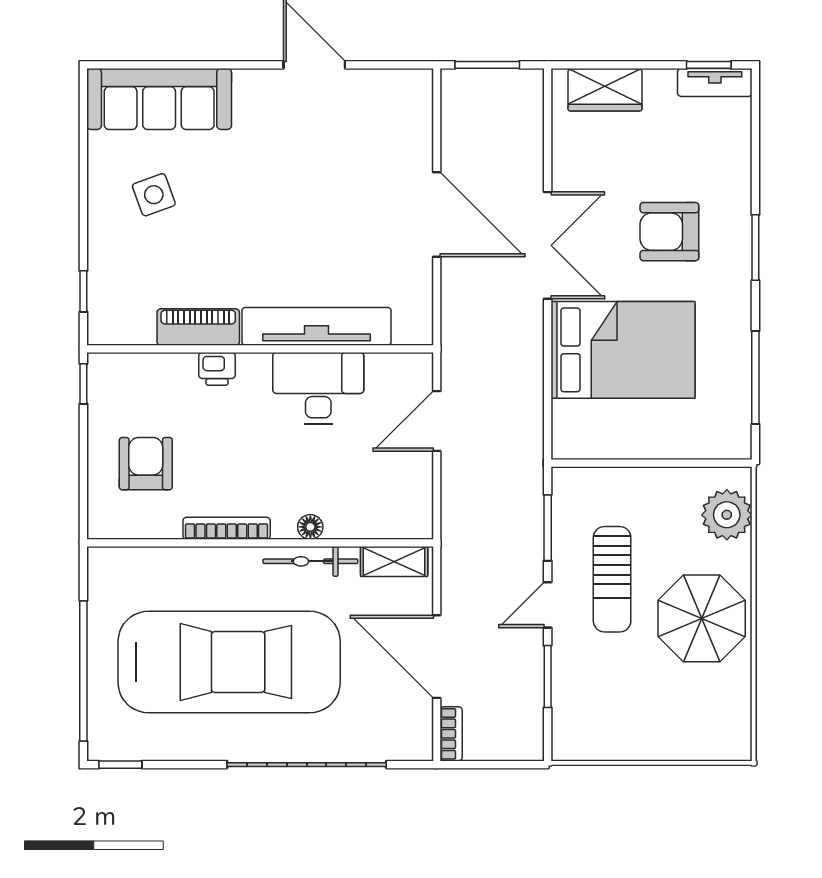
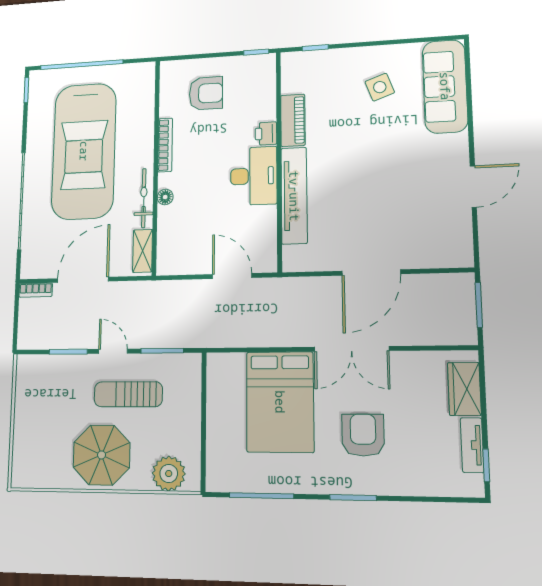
tv unit: (715, 82) -> (472, 445), moved
desk: (318, 388) -> (254, 176), moved

